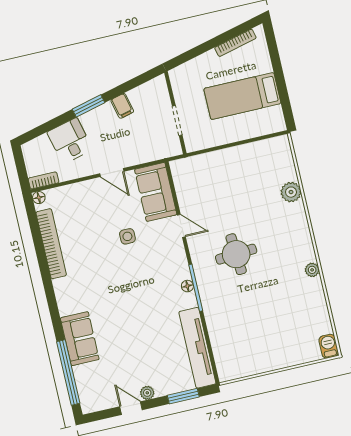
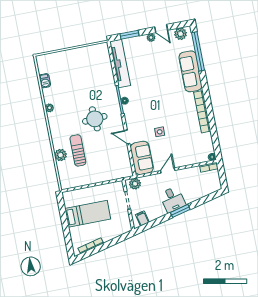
filing cabinet: (122, 106) -> (142, 218), moved
desk: (70, 141) -> (173, 199), moved
plant: (165, 149) -> (135, 184), added
door: (112, 172) -> (168, 171), hinge flipped
sun lounger: (262, 201) -> (78, 150), added
bookcase: (51, 244) -> (202, 112), moved
sofa: (80, 339) -> (190, 71), width x1.36
barbecue: (329, 346) -> (45, 81), moved
plant: (98, 401) -> (181, 34), added

